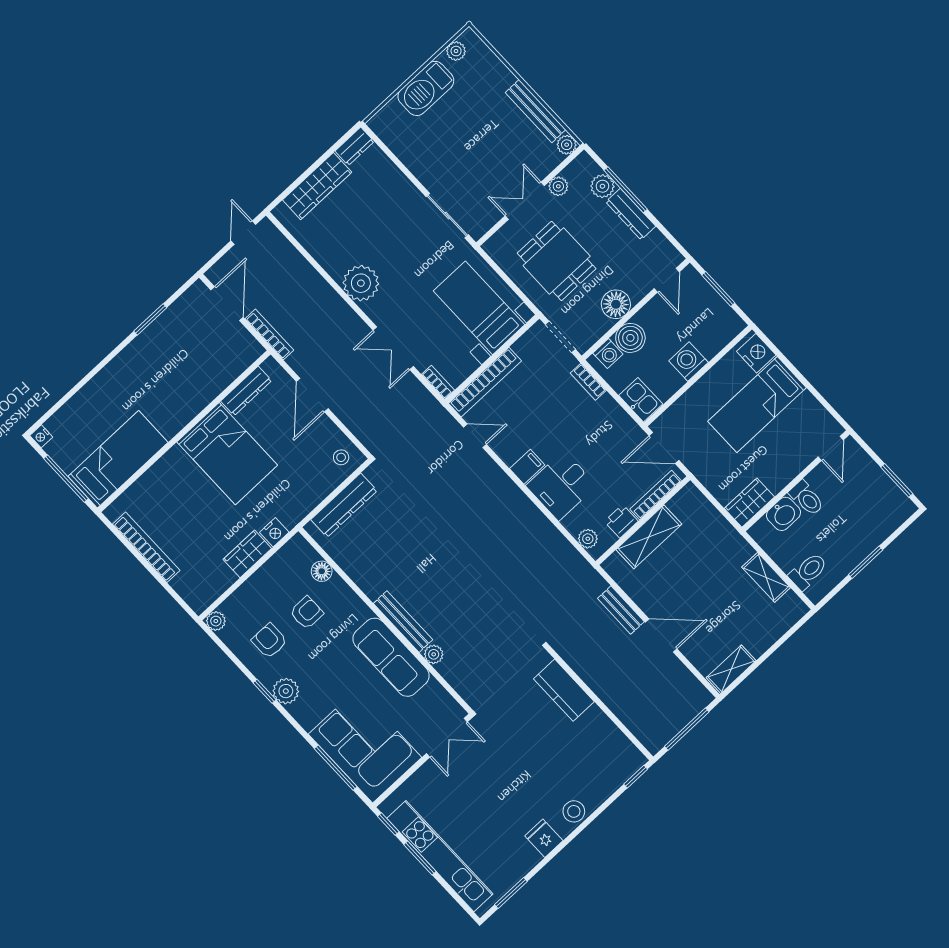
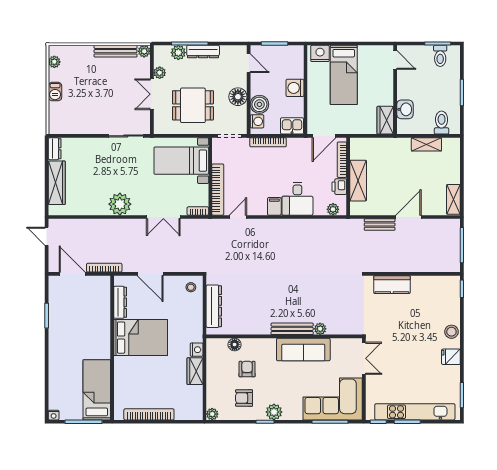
barbecue: (426, 88) -> (55, 92), width x0.53, depth x0.65
bookcase: (588, 382) -> (268, 142), width x1.56
toilet: (807, 498) -> (440, 56), moved, turned 90

